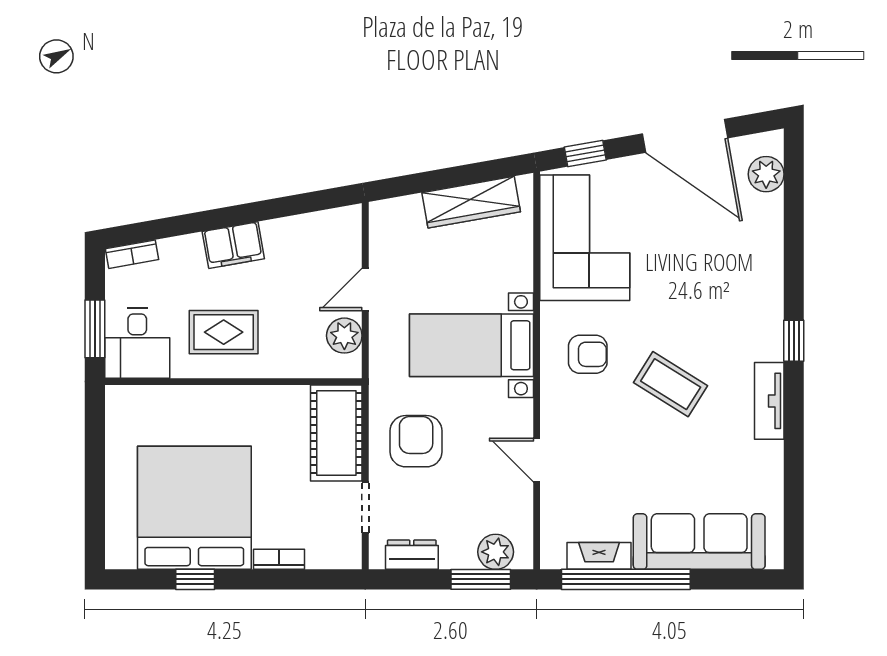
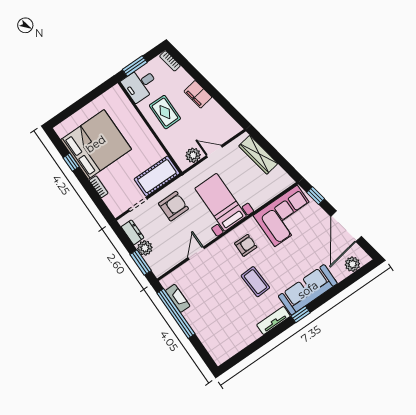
wardrobe: (471, 202) -> (258, 155), moved
armchair: (588, 354) -> (246, 245), turned -90
coffee table: (671, 384) -> (255, 282), turned -35
sofa: (699, 542) -> (308, 290), moved, turned -90
plant: (496, 552) -> (145, 248), moved

